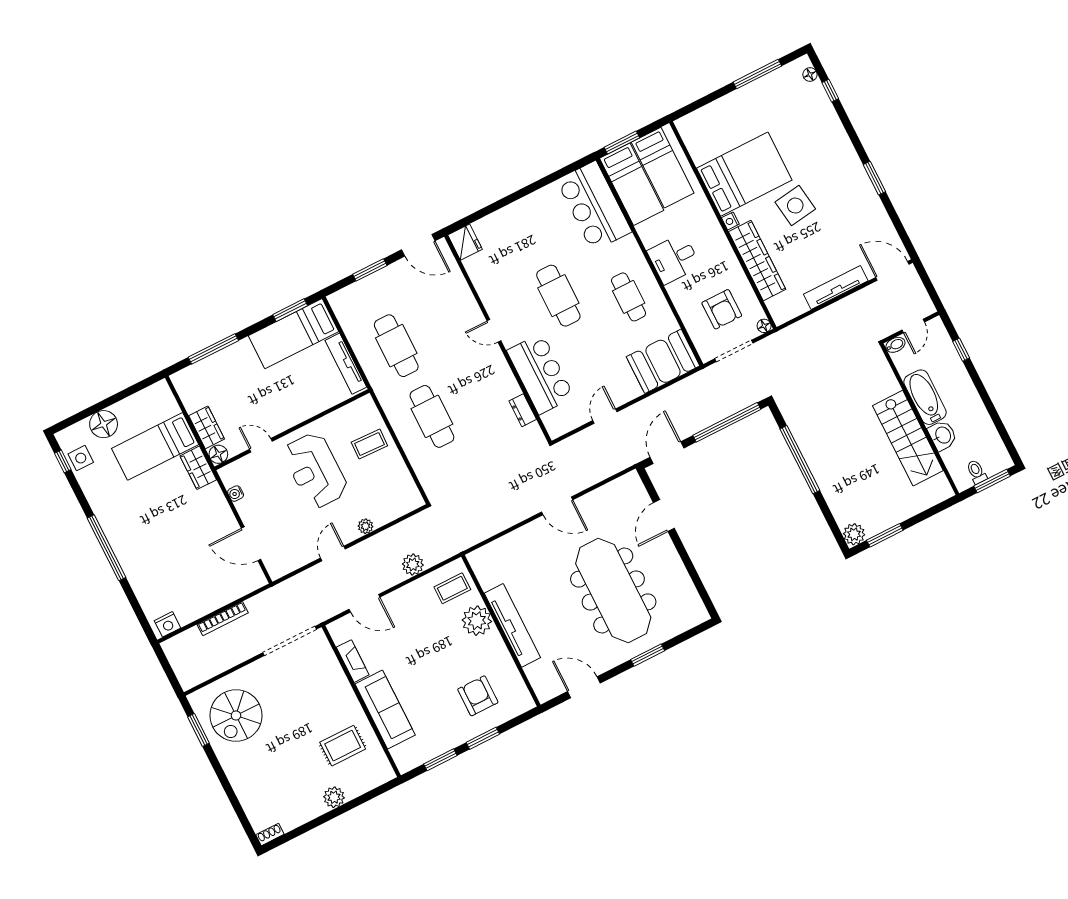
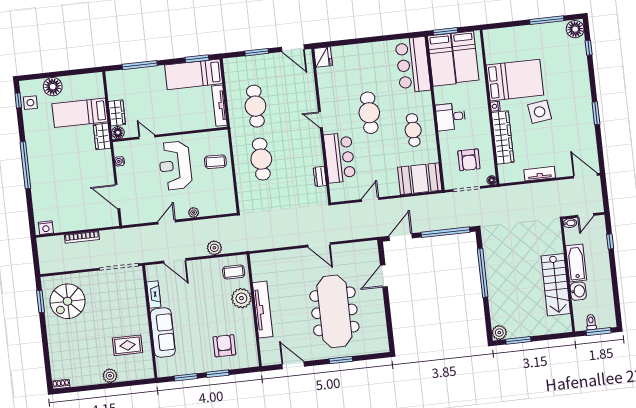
floor lamp: (810, 74) -> (575, 29), width x1.89, depth x1.89
tv unit: (836, 288) -> (540, 174), width x0.71

